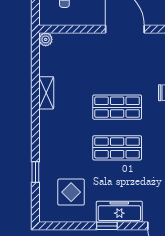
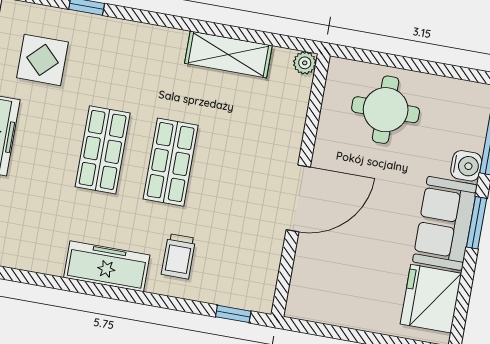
shelving: (46, 93) -> (228, 54), width x1.50, depth x1.33

